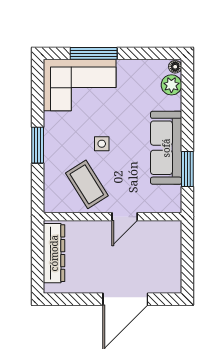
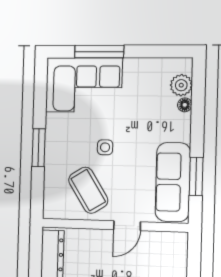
floor lamp: (175, 67) -> (185, 105), moved
sofa: (166, 148) -> (173, 182), moved

